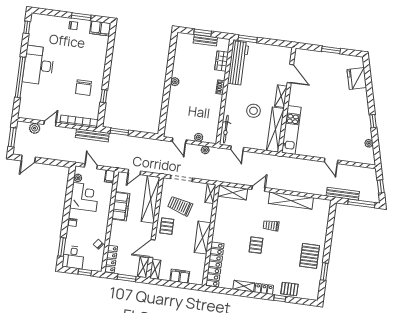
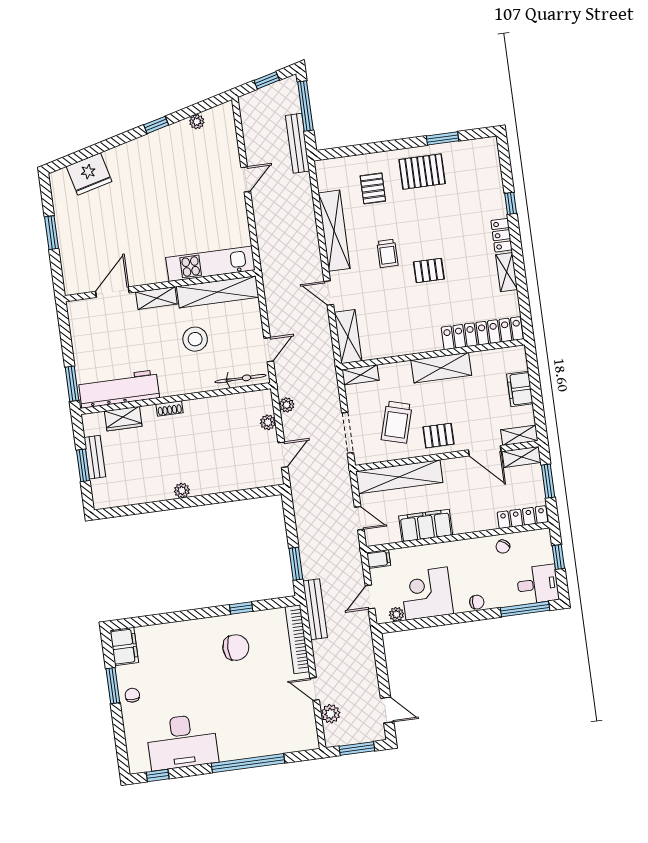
desk: (39, 65) -> (182, 742), moved
window: (62, 247) -> (525, 609), width x1.44
pallet: (289, 289) -> (373, 188), moved

